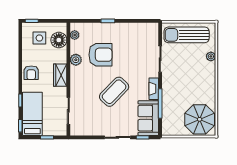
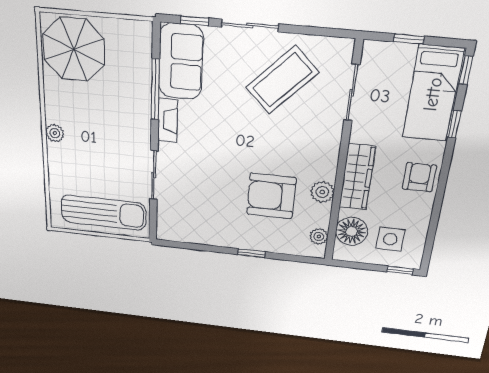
plant: (211, 56) -> (55, 133), moved
wardrobe: (60, 75) -> (357, 177), width x1.50
coffee table: (114, 92) -> (282, 80), moved

